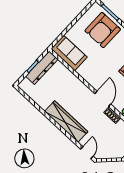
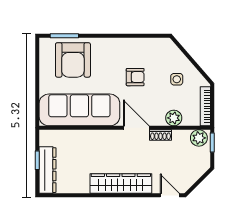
sofa: (69, 53) -> (79, 110), width x1.85, depth x1.27
dresser: (42, 68) -> (47, 170), moved

